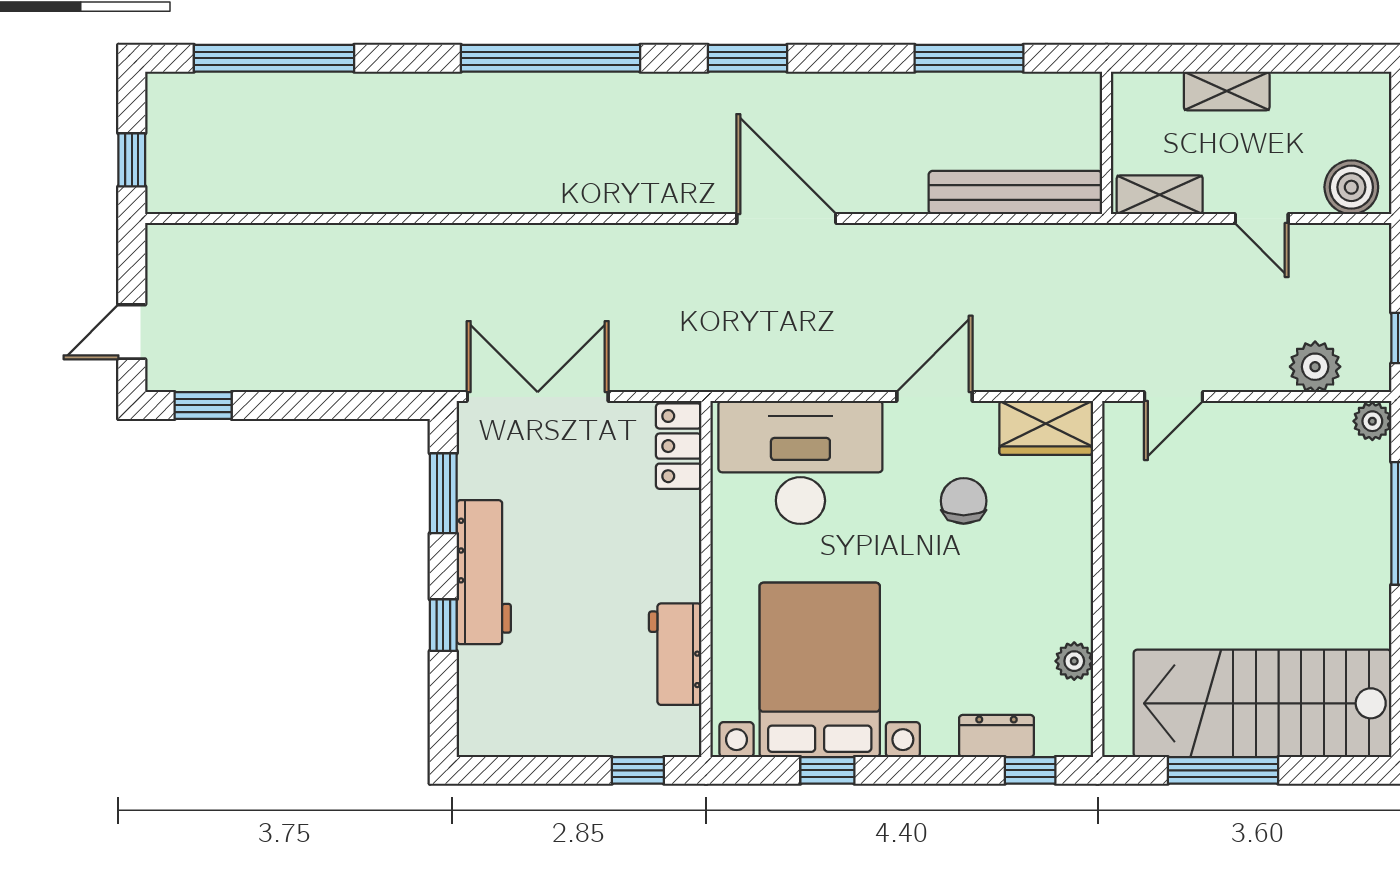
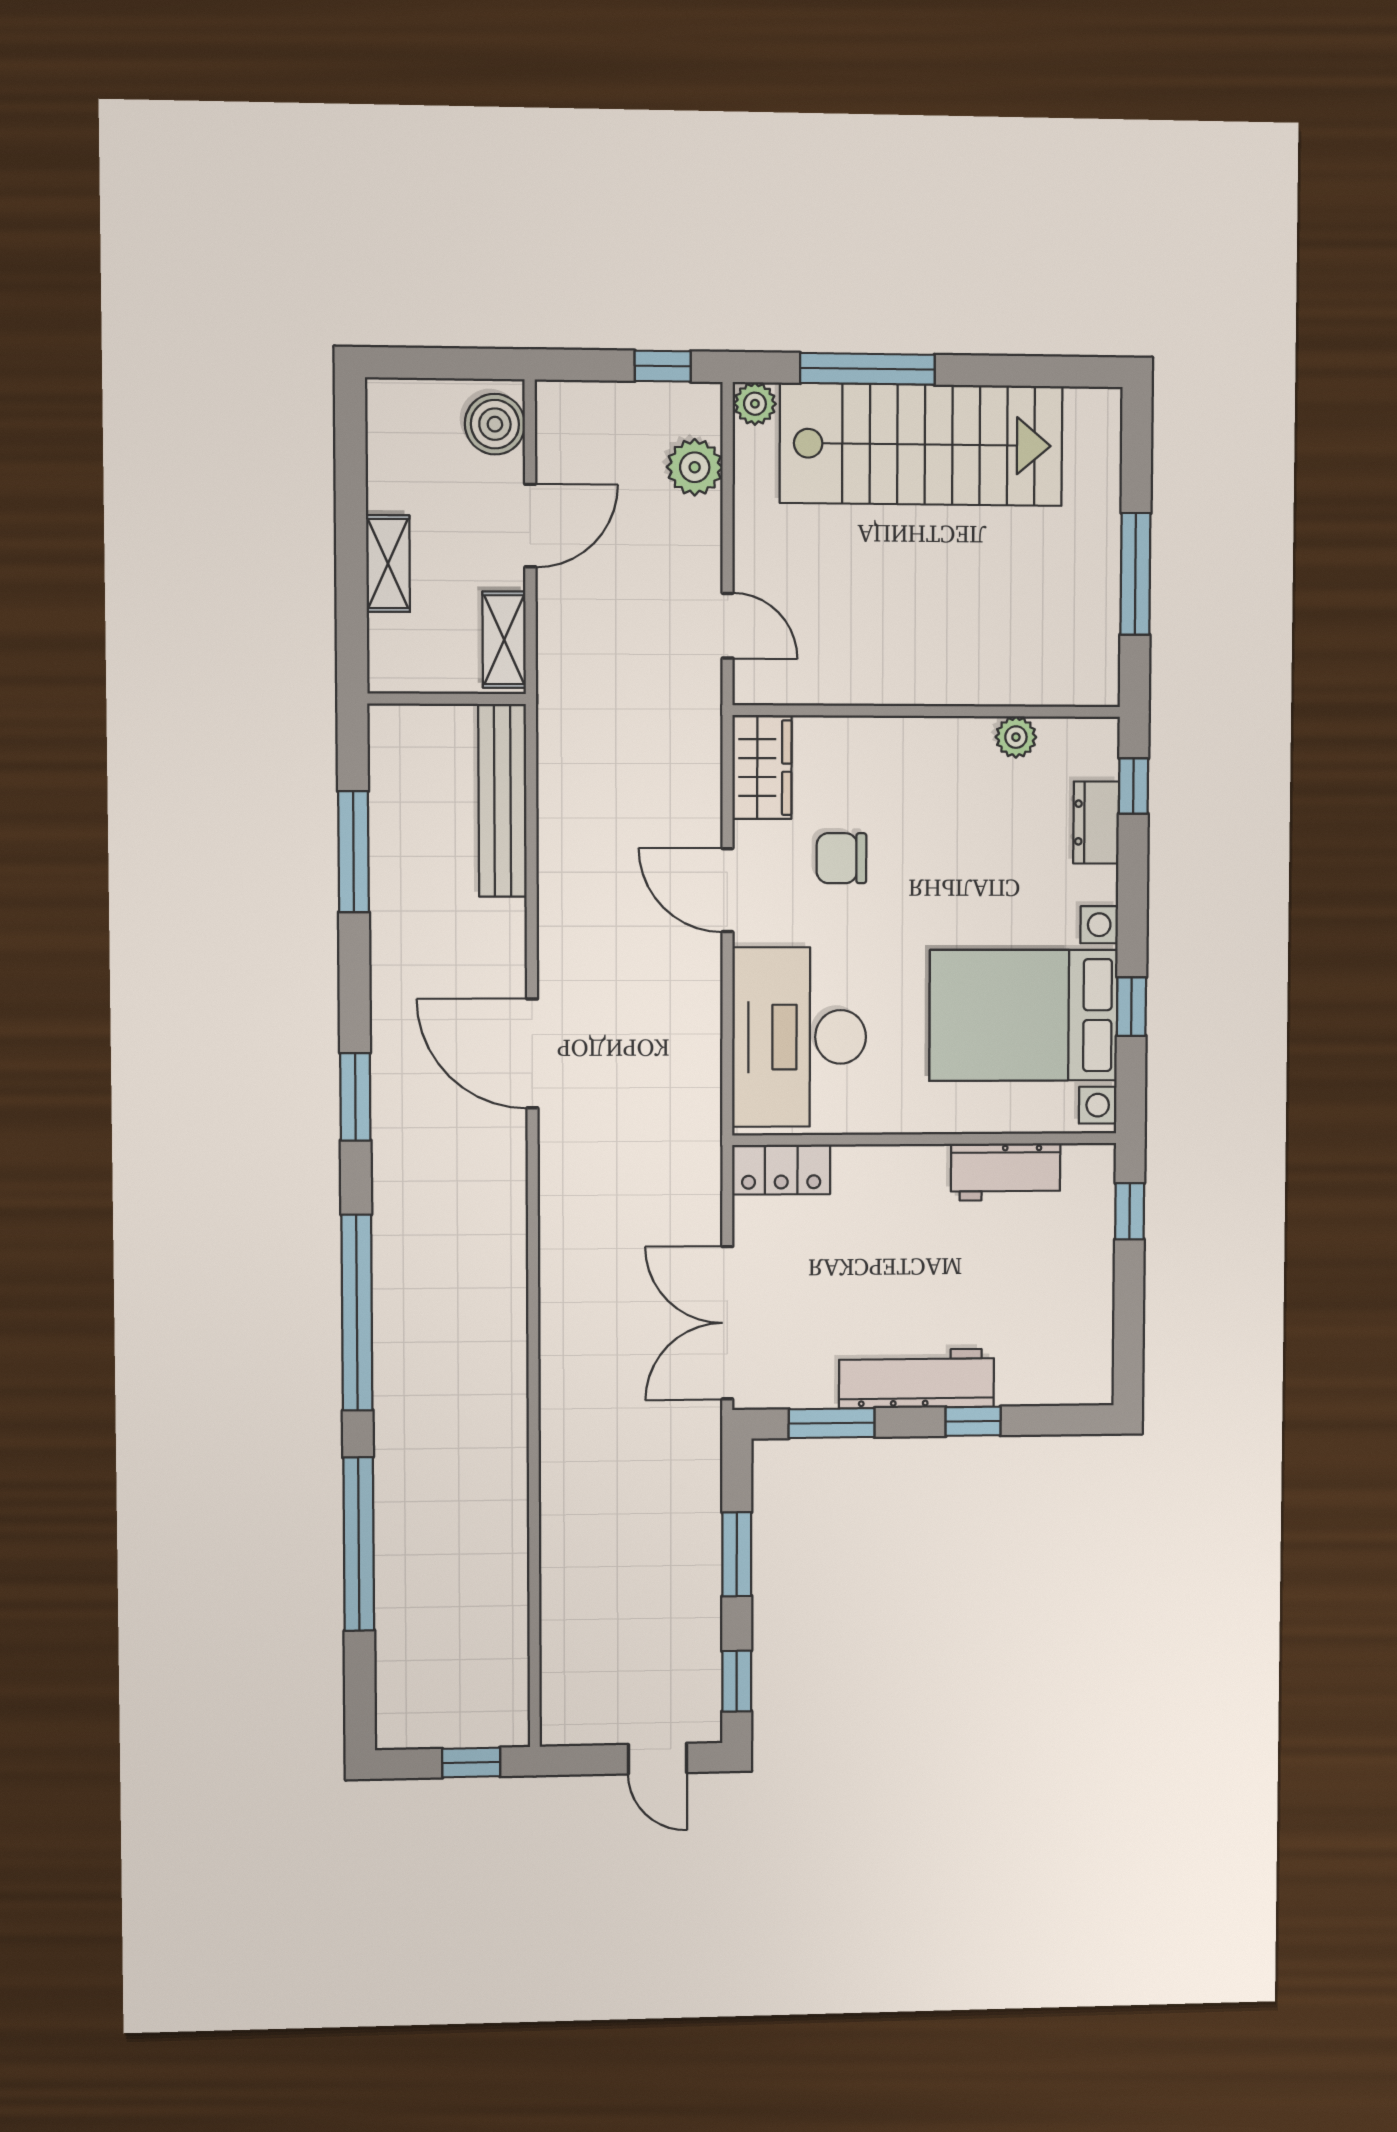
window: (274, 58) -> (359, 1544), moved
door: (786, 219) -> (532, 1053), hinge flipped
door: (1262, 219) -> (530, 526), width x1.37
window: (322, 405) -> (737, 1554), added
stairs: (1262, 703) -> (921, 445), moved, turned -90

